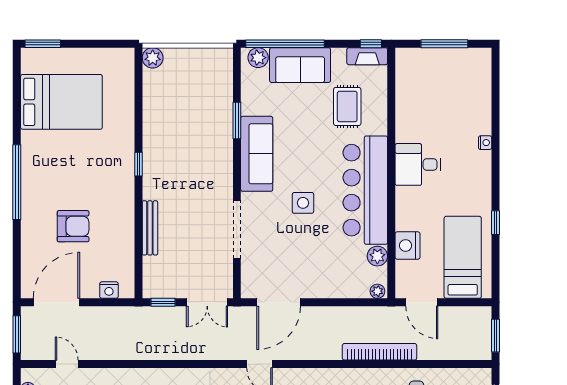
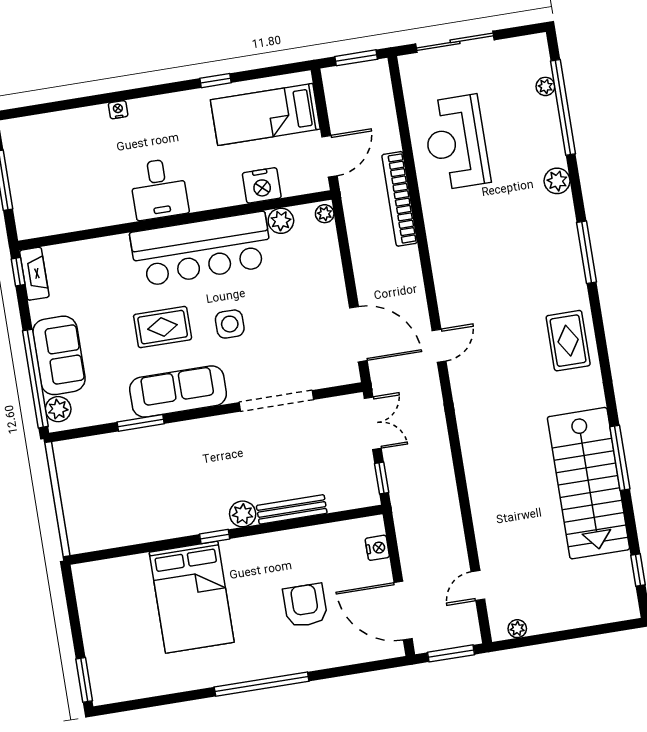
plant: (153, 58) -> (243, 514), moved
bed: (61, 102) -> (192, 597), moved, turned 180
rug: (347, 106) -> (163, 327), moved

